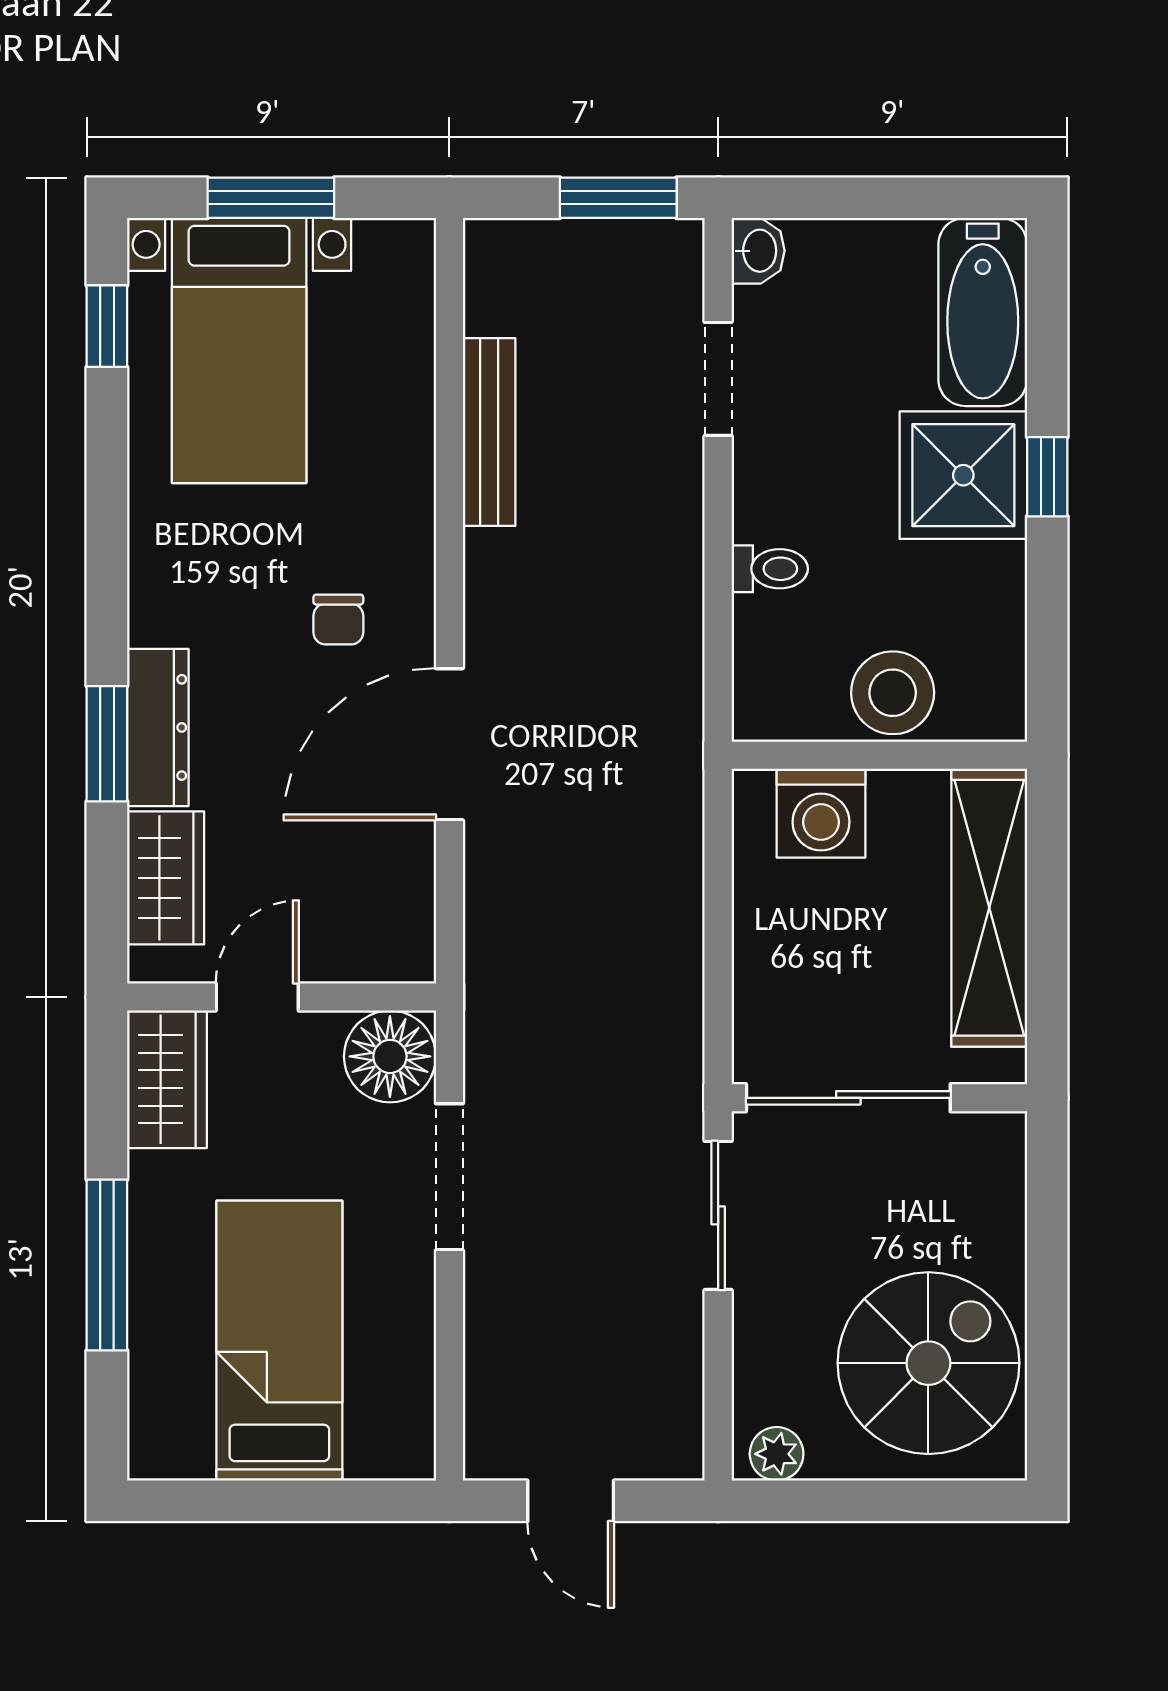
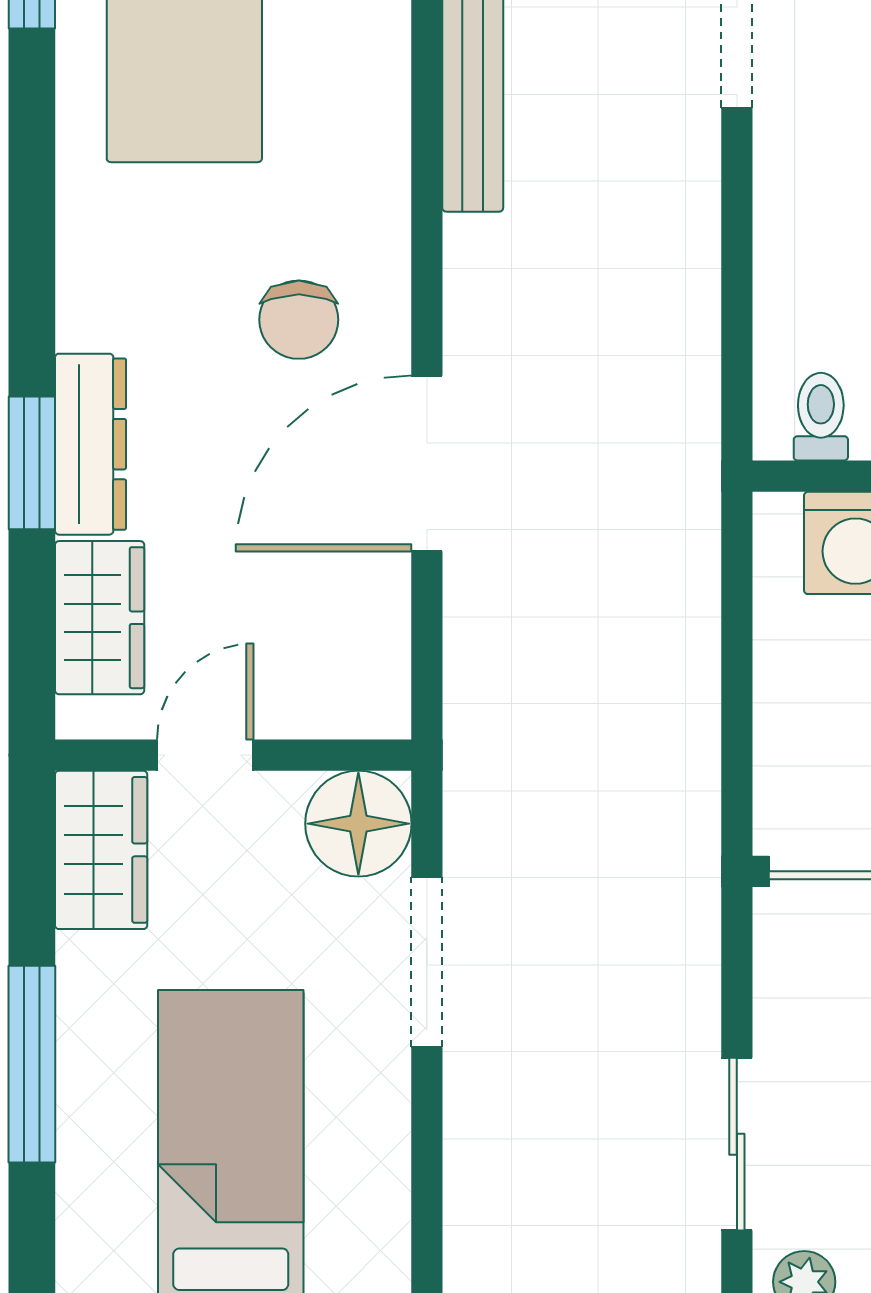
toilet: (770, 569) -> (821, 417), moved, turned -90
chair: (338, 620) -> (299, 320), width x1.37, depth x1.37
sliding door: (718, 1215) -> (737, 1144), moved

